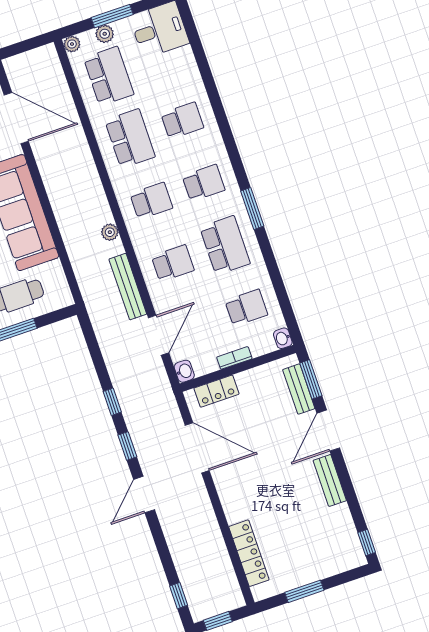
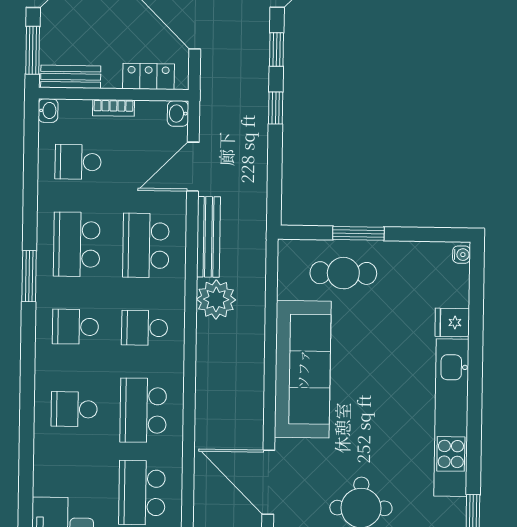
plant: (110, 232) -> (216, 299), width x1.87, depth x1.87
school desk: (173, 263) -> (146, 245), width x1.85
bench: (299, 389) -> (71, 77), moved, turned 90

